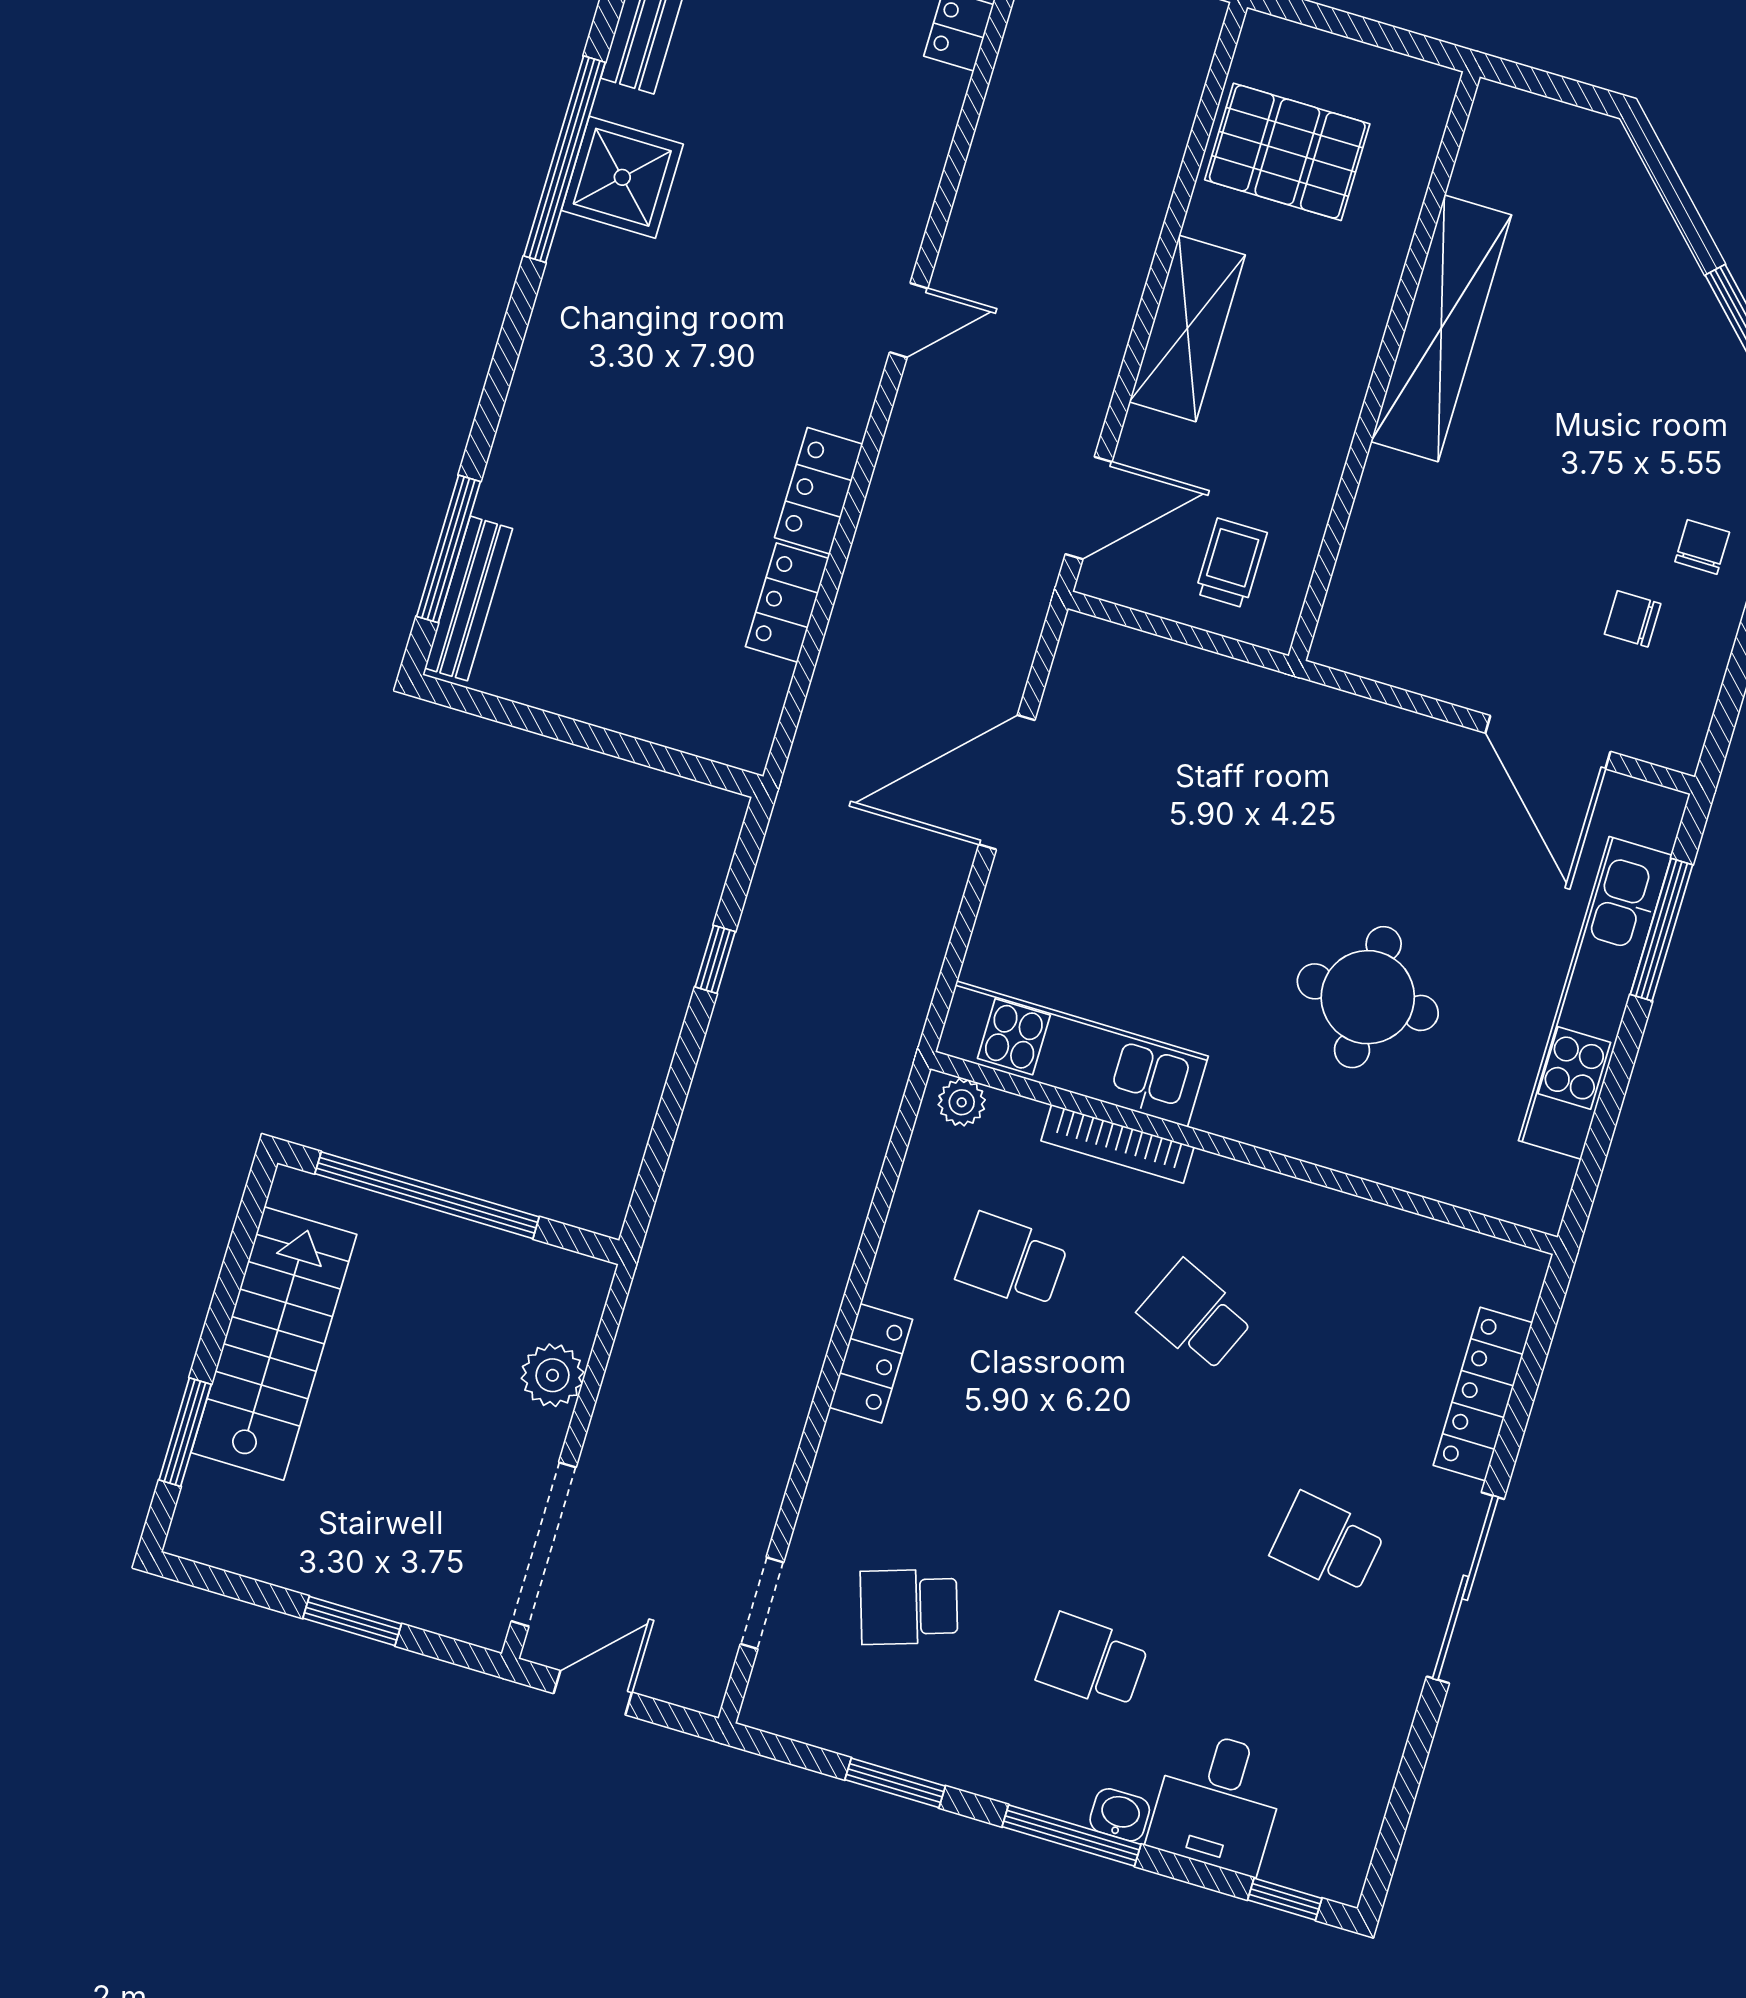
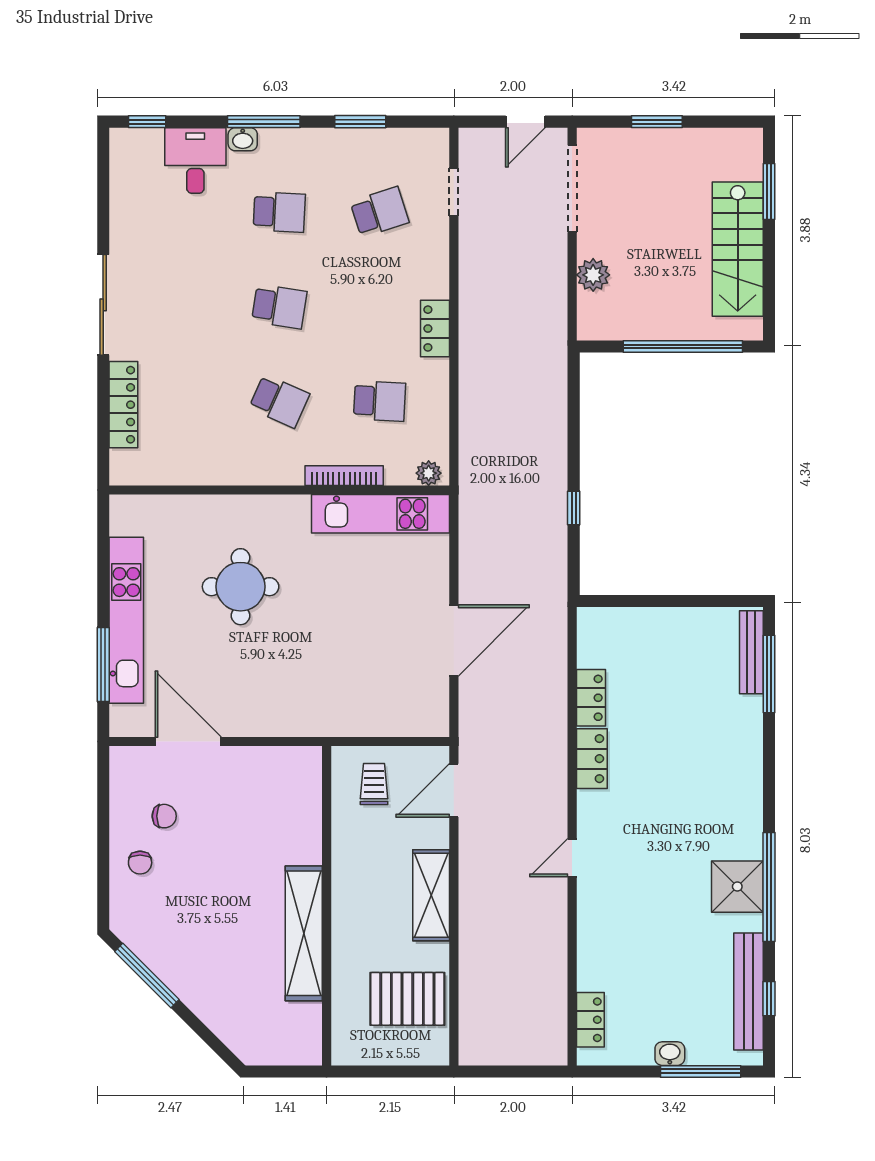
trolley: (1231, 563) -> (374, 784), turned 180
school desk: (1328, 1543) -> (279, 307), moved

